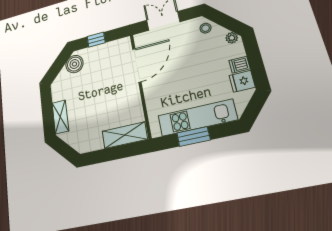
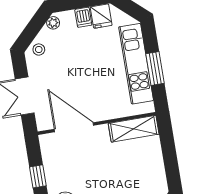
shelving: (125, 135) -> (134, 129), moved, turned 90

